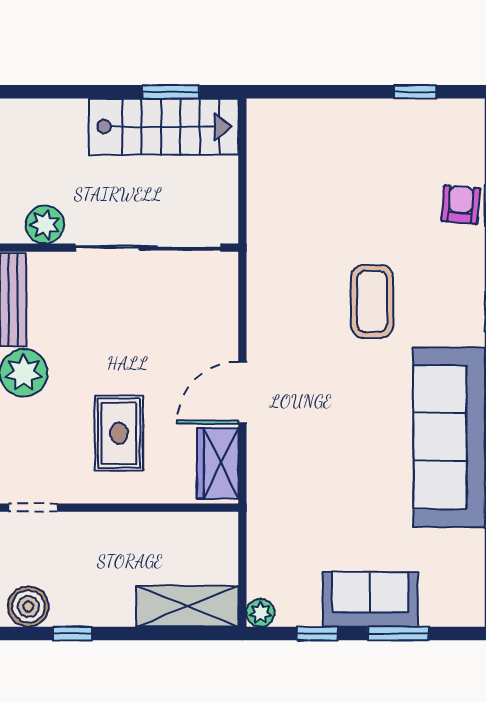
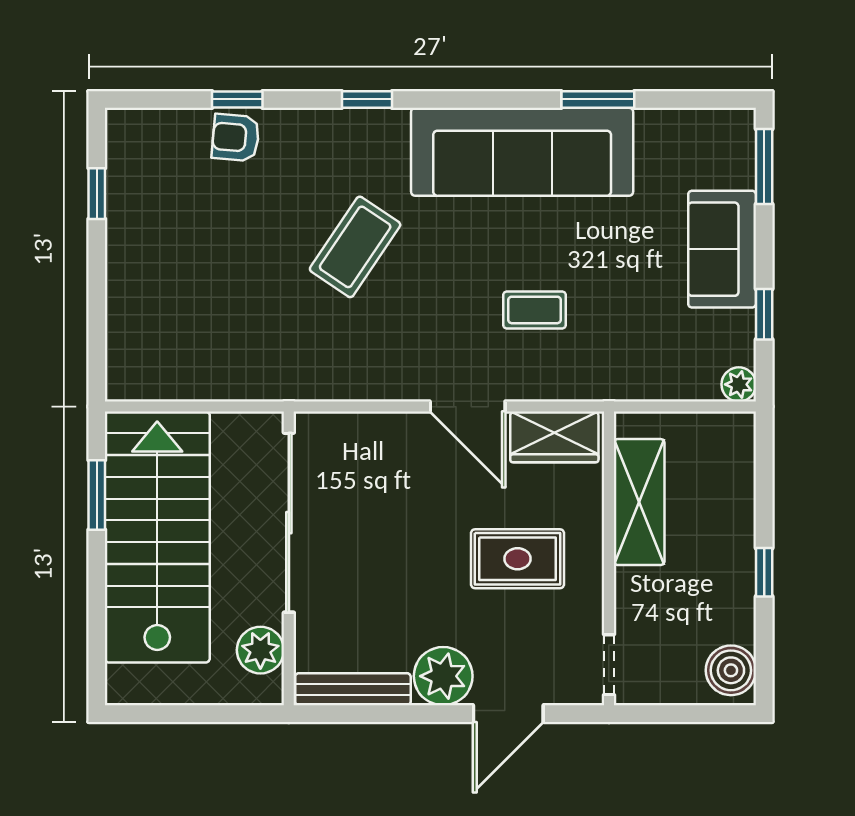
stairs: (164, 127) -> (157, 537), width x1.36, depth x1.51
coffee table: (372, 301) -> (355, 247), turned -56
coffee table: (321, 447) -> (535, 310), added
shelving: (187, 606) -> (639, 502), moved
window: (73, 633) -> (764, 572), moved
window: (398, 633) -> (764, 167), moved

